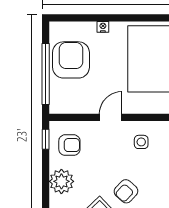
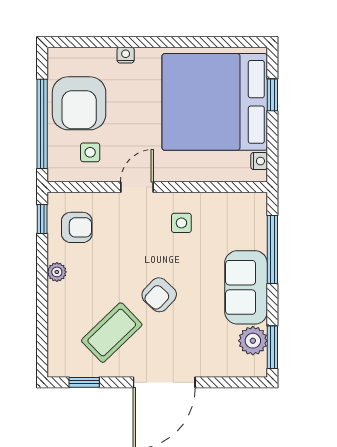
armchair: (71, 60) -> (79, 103), turned 180
side table: (79, 94) -> (90, 152), added
plant: (61, 181) -> (57, 272), width x0.53, depth x0.53

